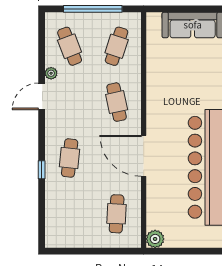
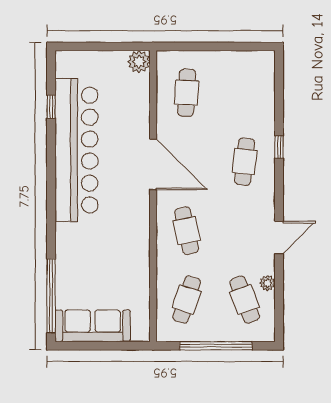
plant: (51, 73) -> (267, 283), moved

